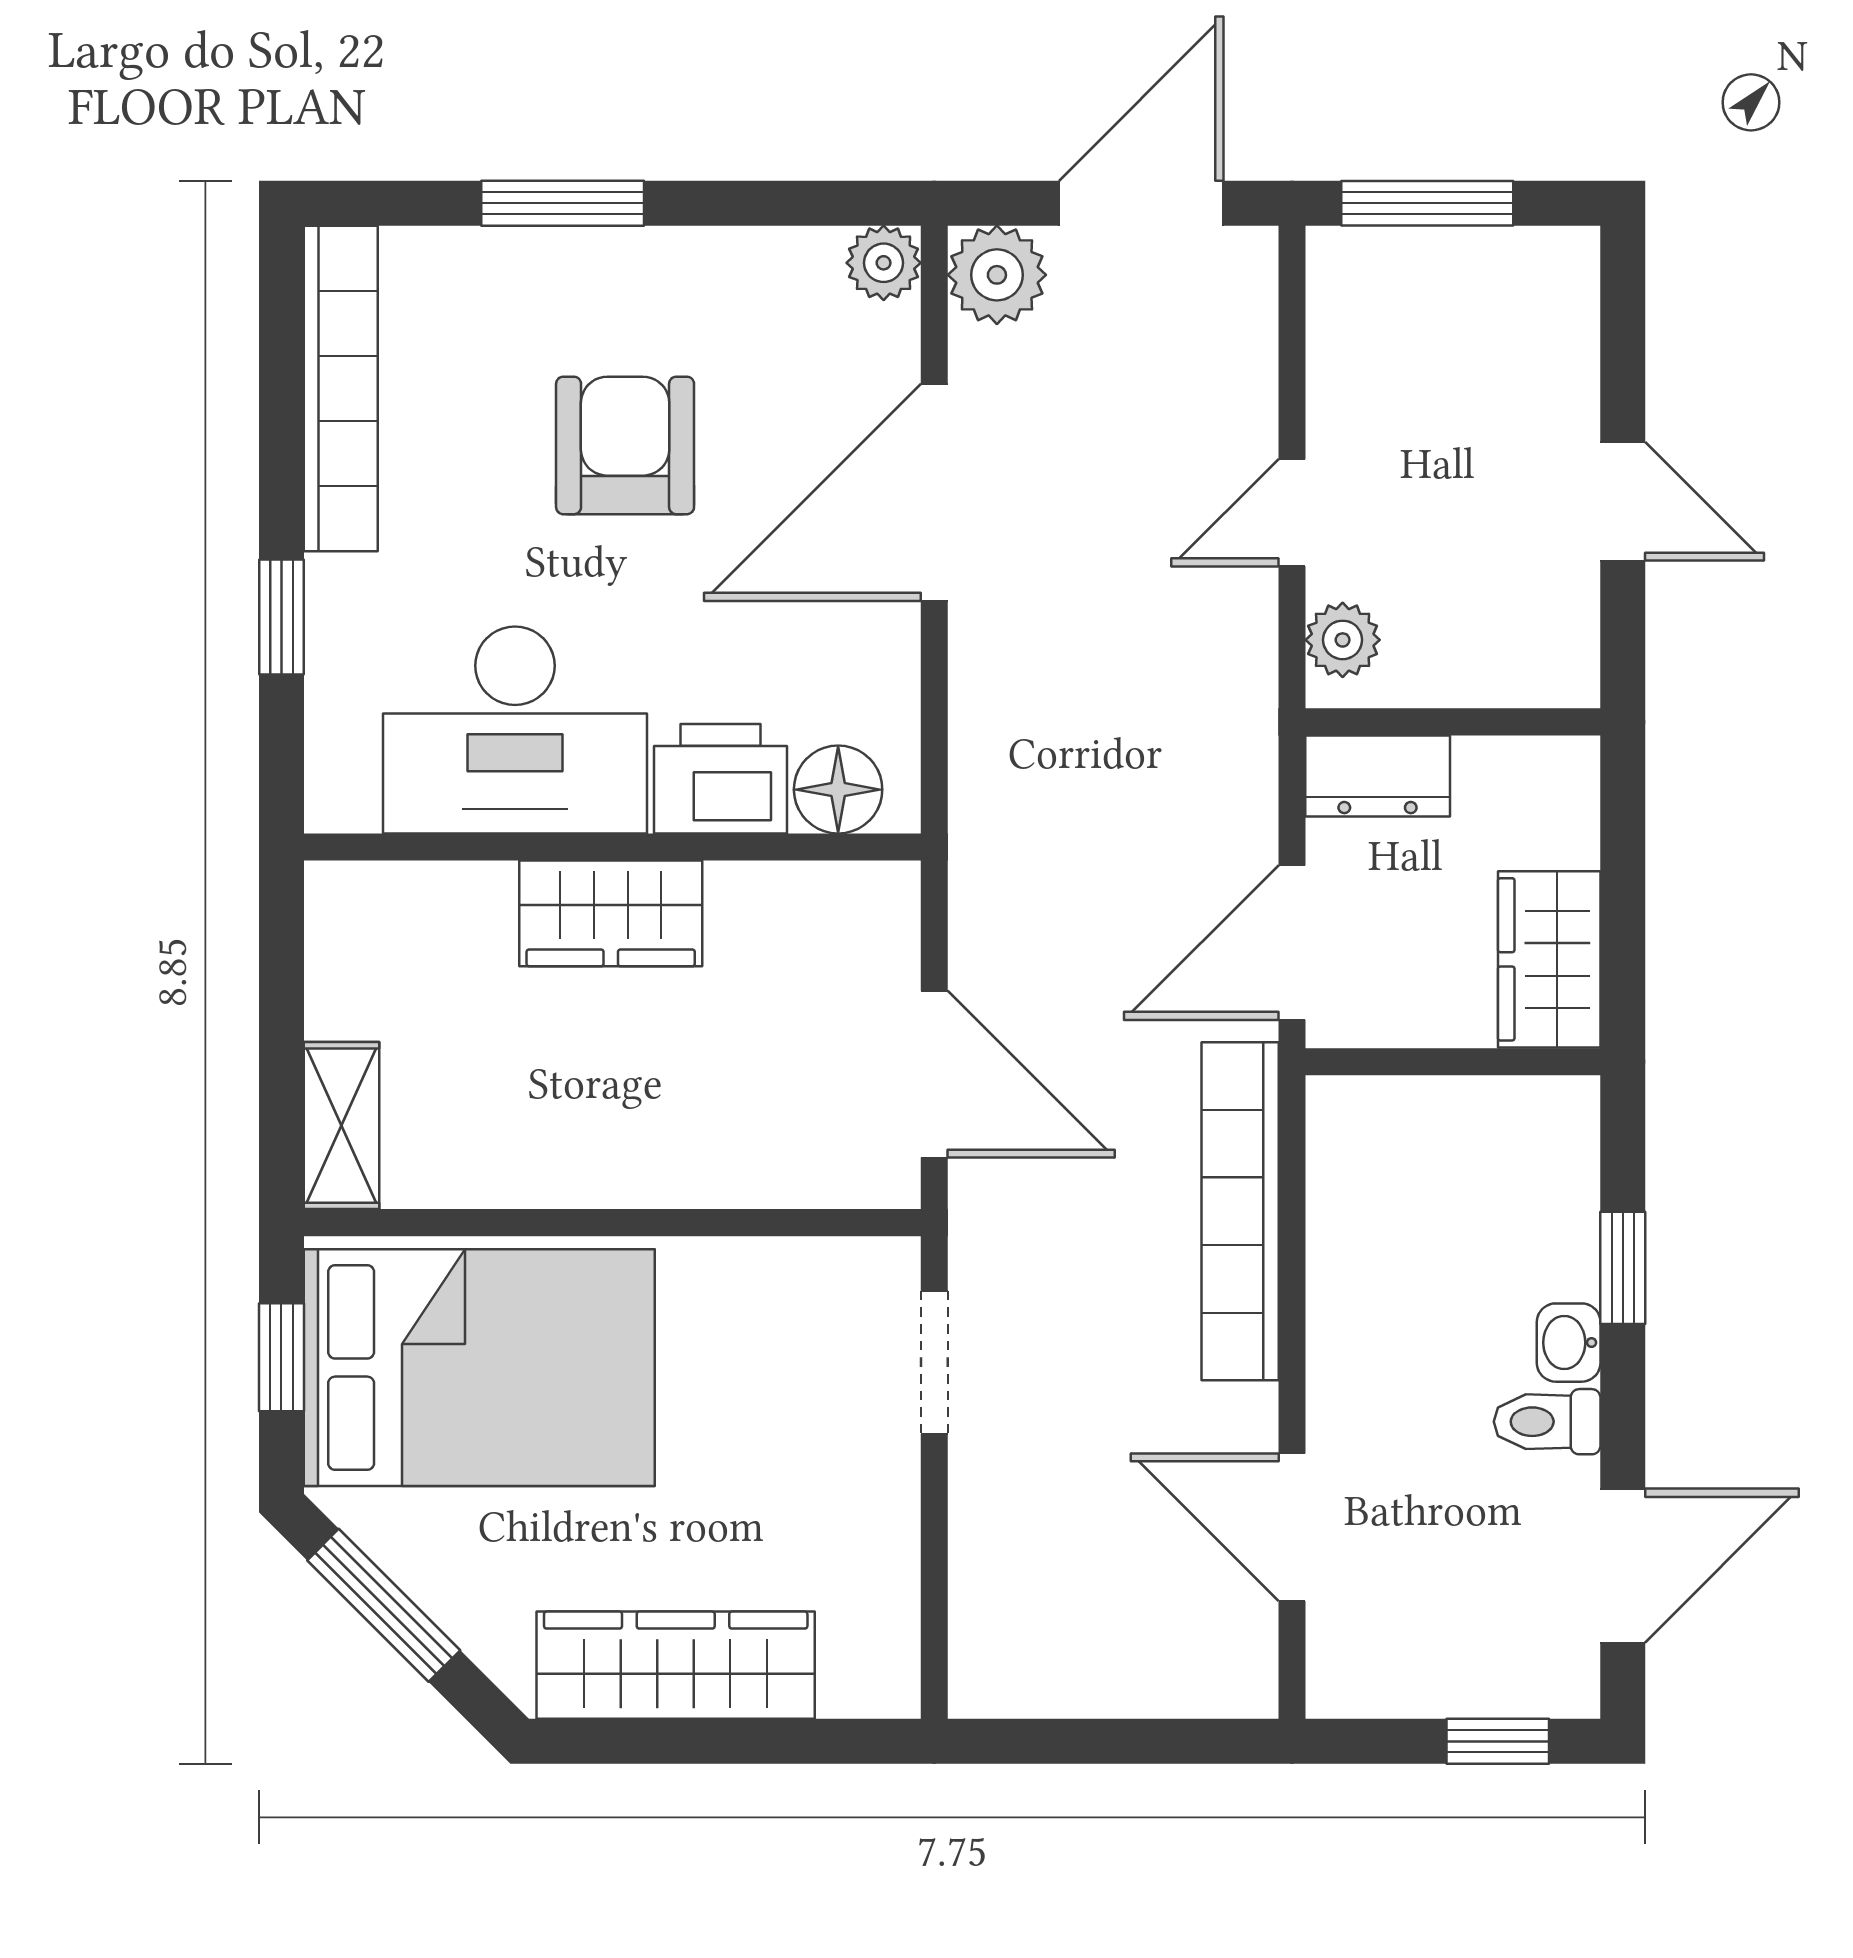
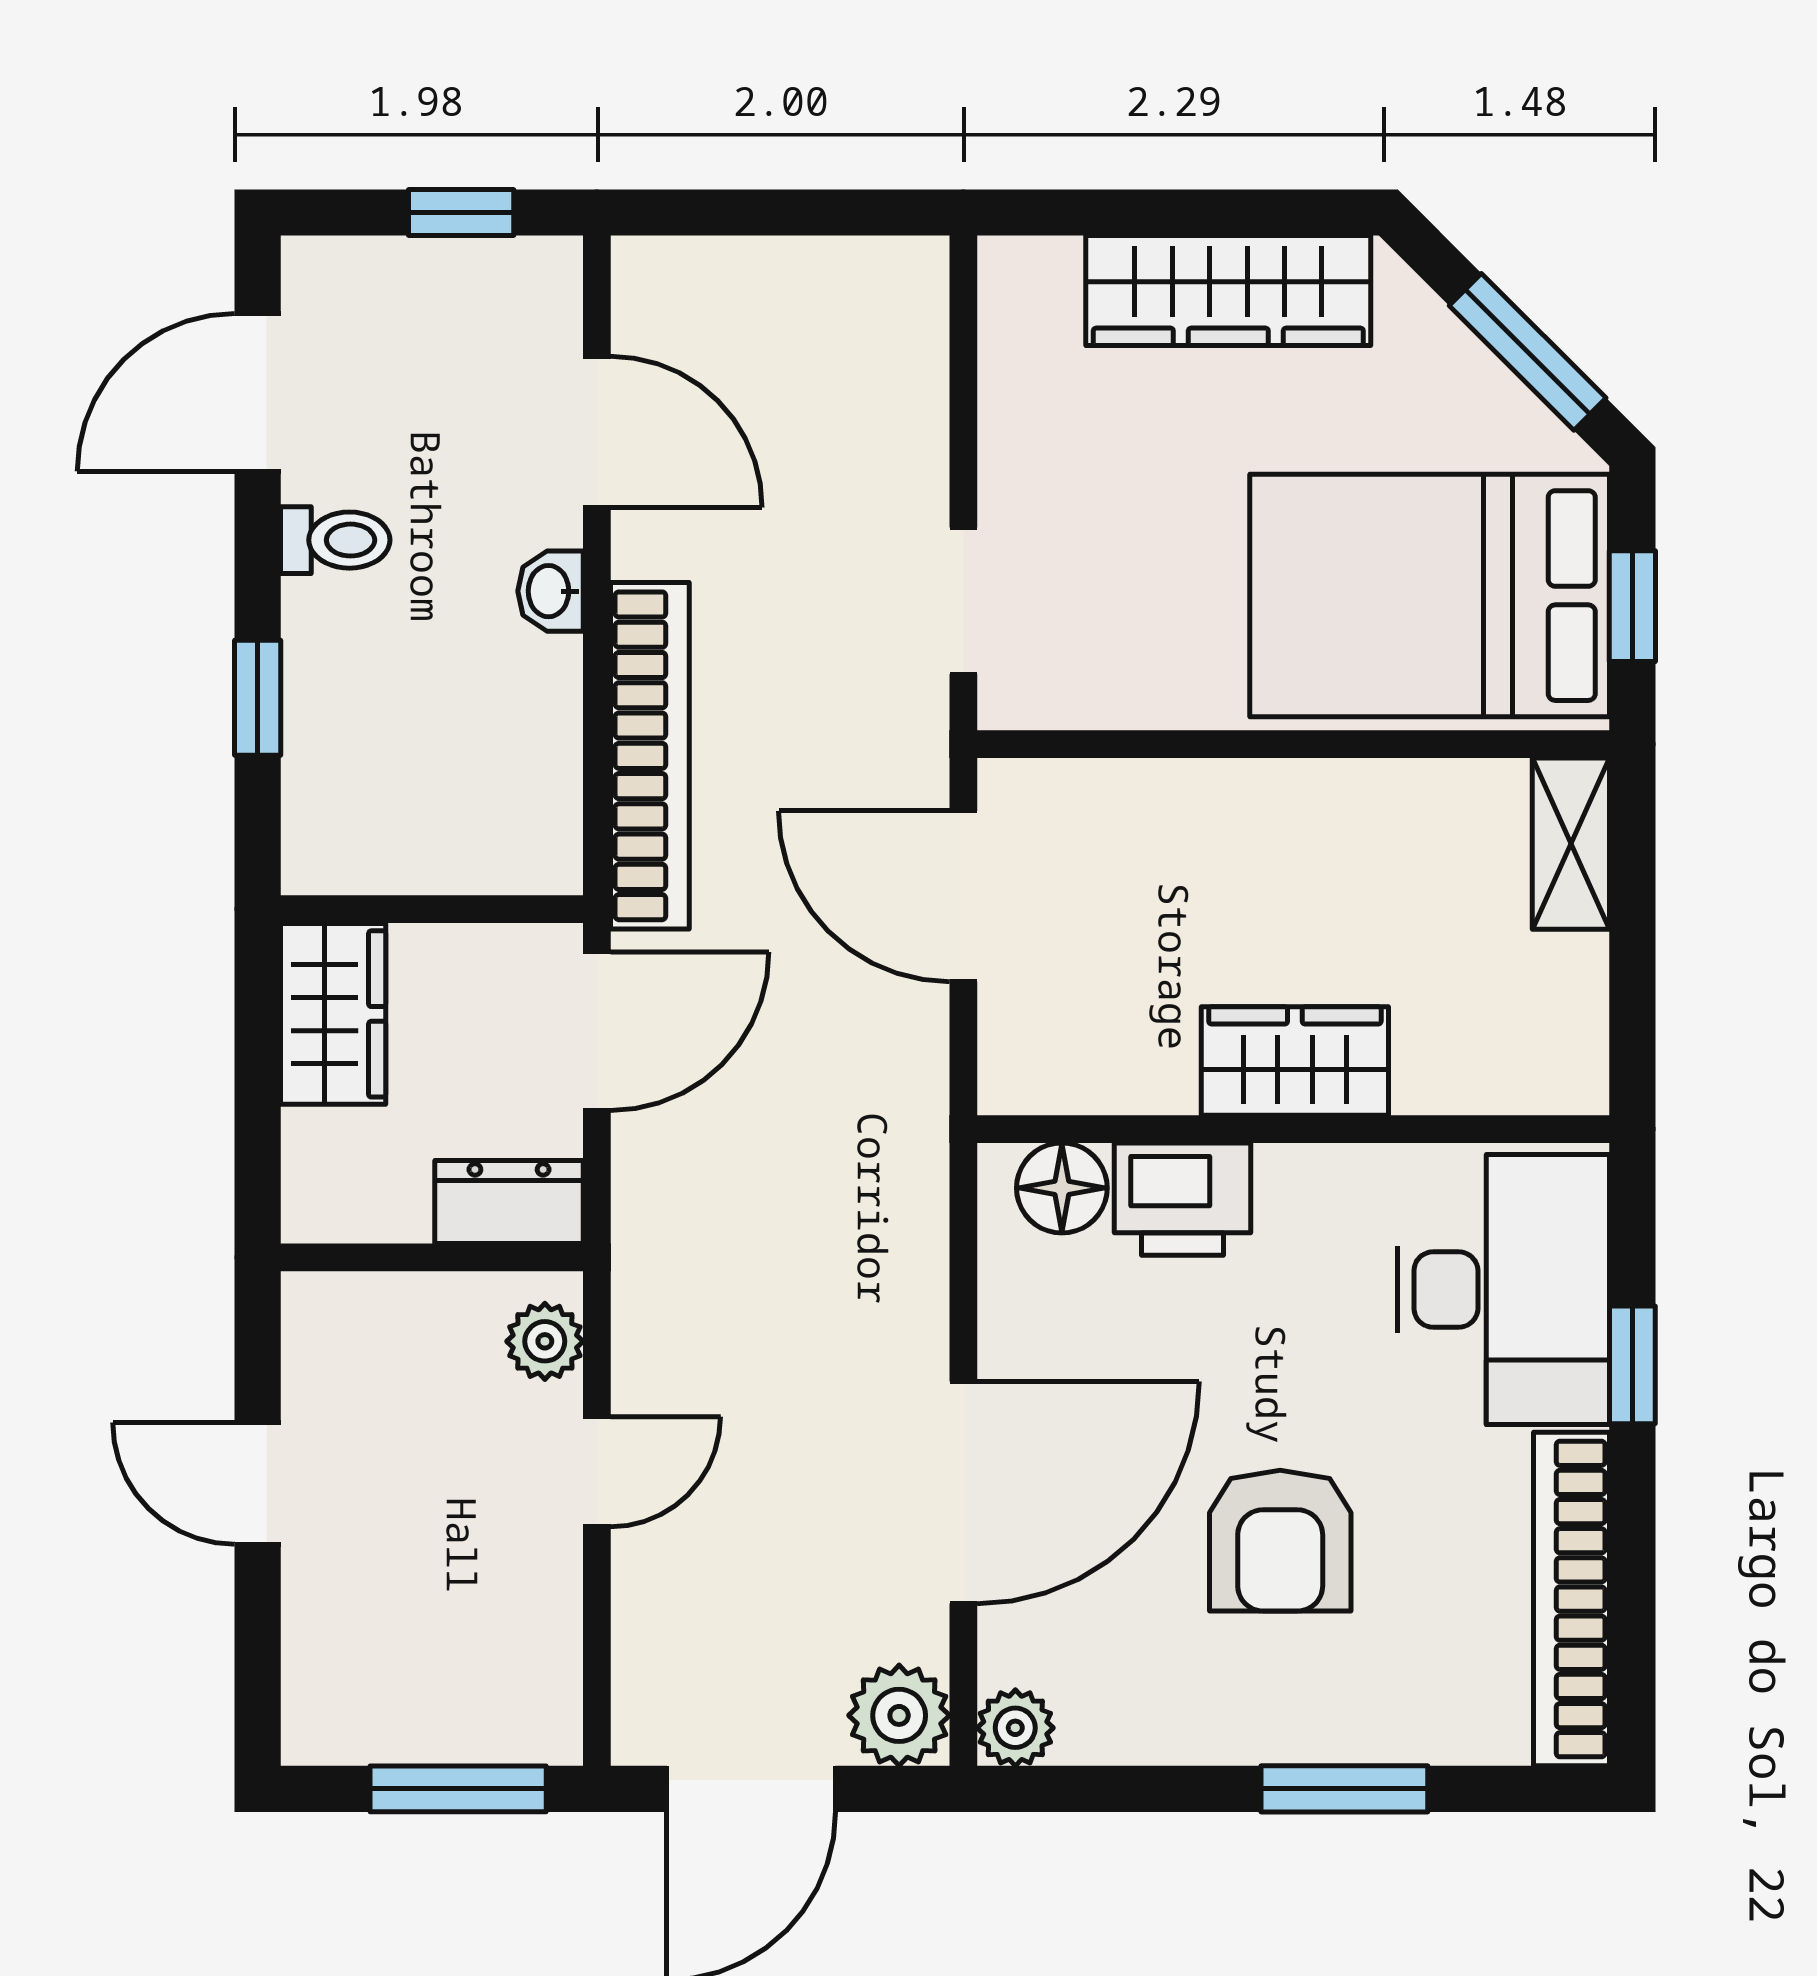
desk: (515, 730) -> (1503, 1290), moved, turned 90
washbasin: (1569, 1343) -> (550, 591), moved, turned 180
window: (1498, 1741) -> (461, 213), moved

